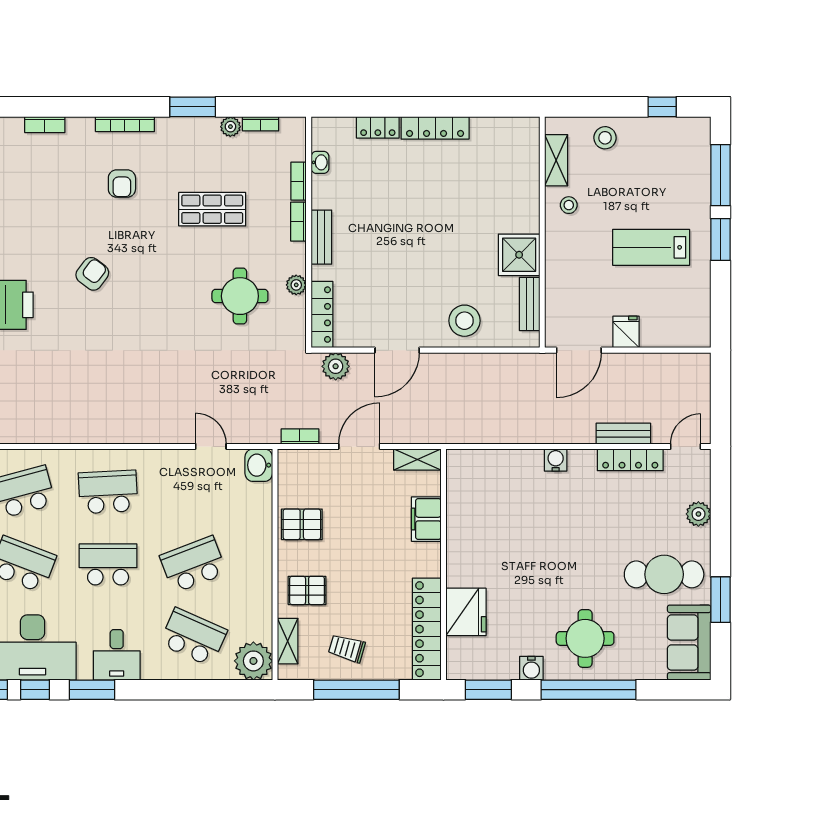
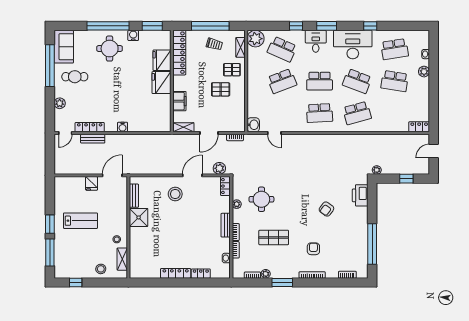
locker: (322, 315) -> (225, 186), width x0.66
stool: (464, 321) -> (175, 194), moved
pallet: (302, 524) -> (221, 89), moved
fridge: (467, 561) -> (161, 83), added
cafe table: (664, 574) -> (75, 77), width x0.73, depth x0.74
window: (720, 600) -> (50, 66), width x2.11
window: (35, 690) -> (296, 26), moved

